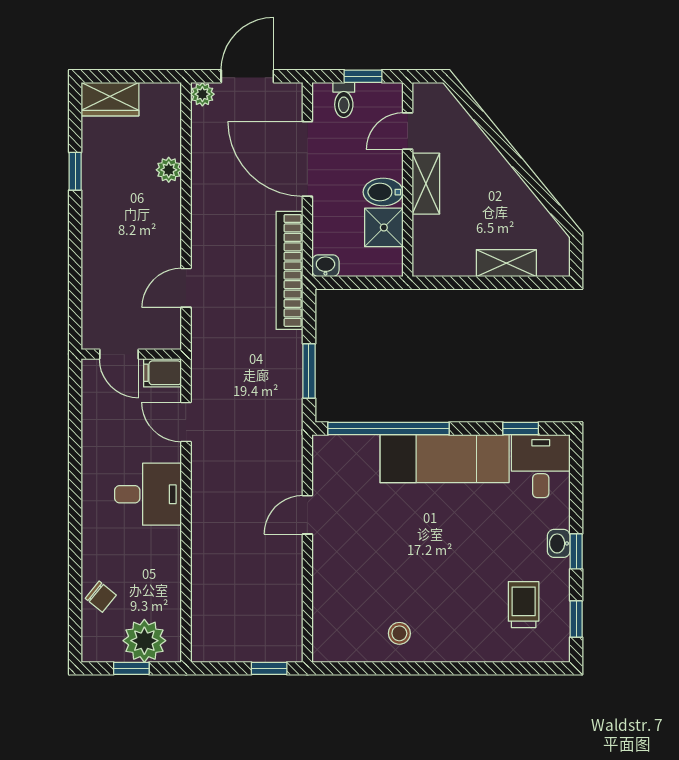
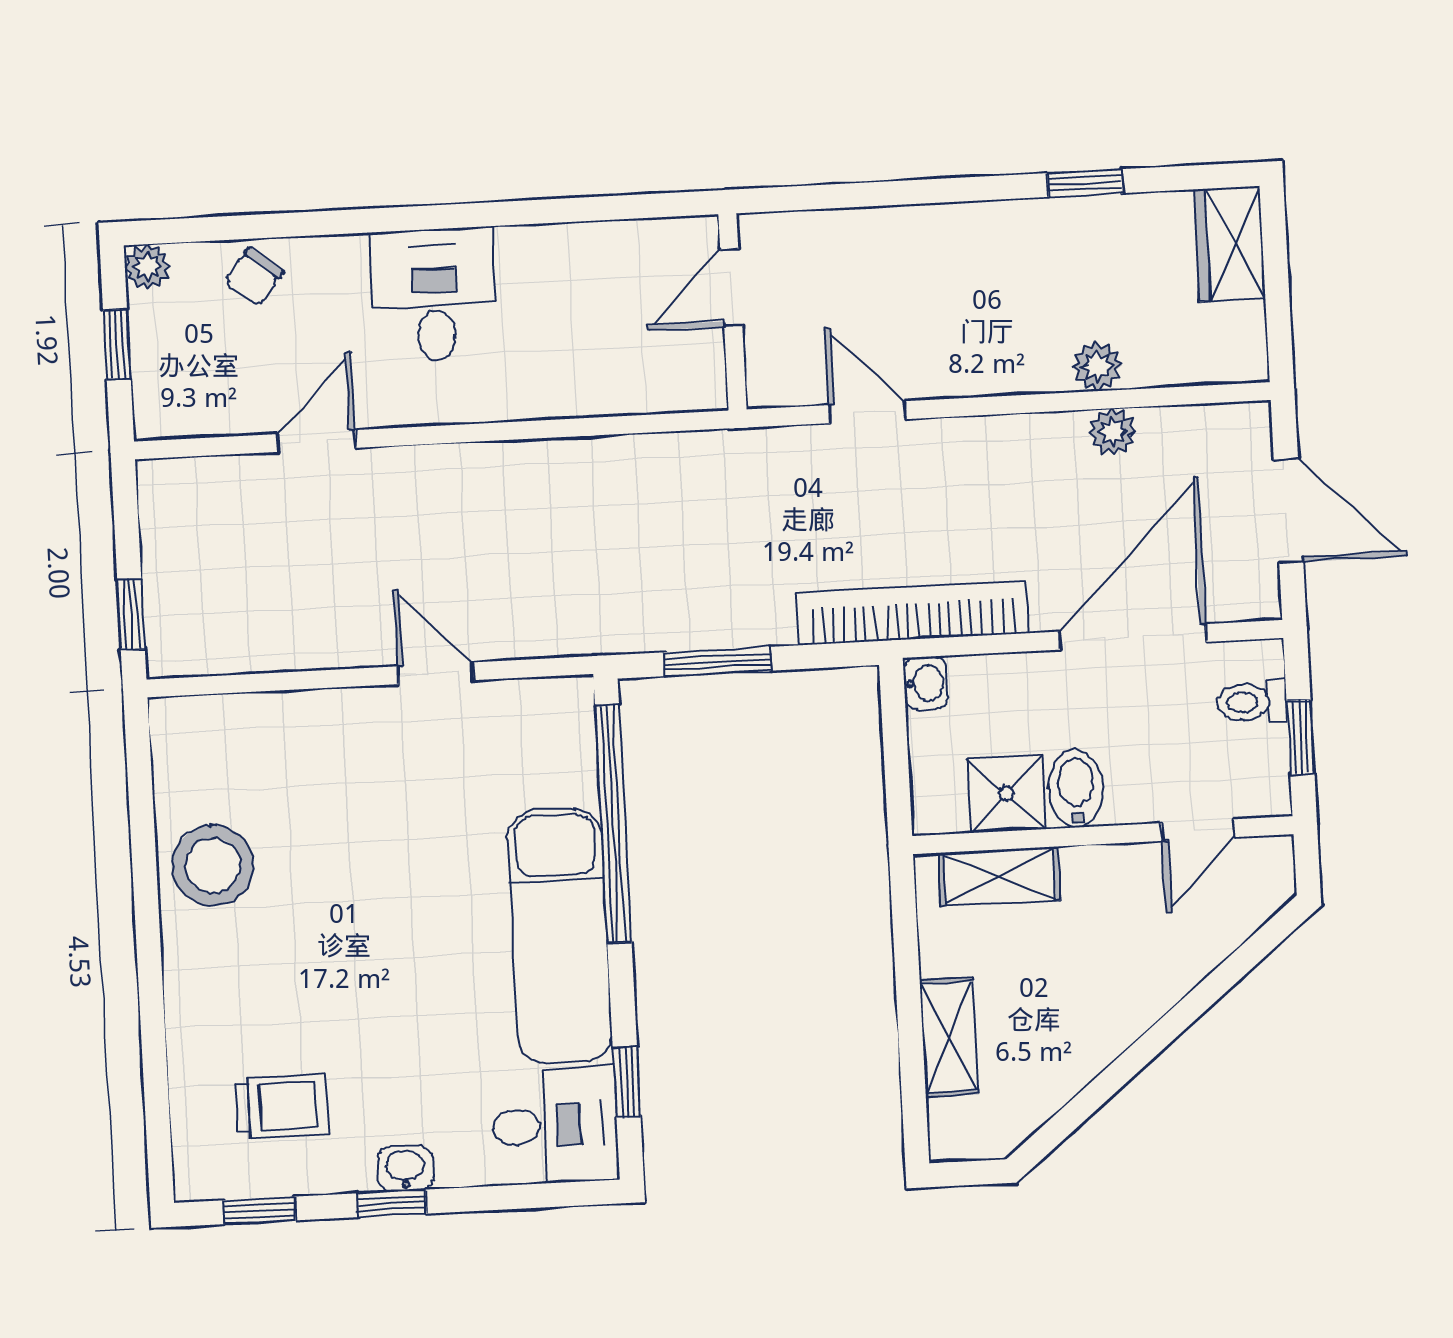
plant: (202, 94) -> (1113, 432), moved
door: (408, 131) -> (1198, 830), swing flipped
shelving: (426, 184) -> (1000, 876), moved
filing cabinet: (162, 373) -> (699, 375), removed
door: (186, 422) -> (316, 441), moved
desk: (148, 494) -> (435, 295), moved, turned 180
stool: (399, 633) -> (213, 866), width x1.89, depth x1.89
plant: (144, 641) -> (147, 267), moved, width x0.53, depth x0.53

